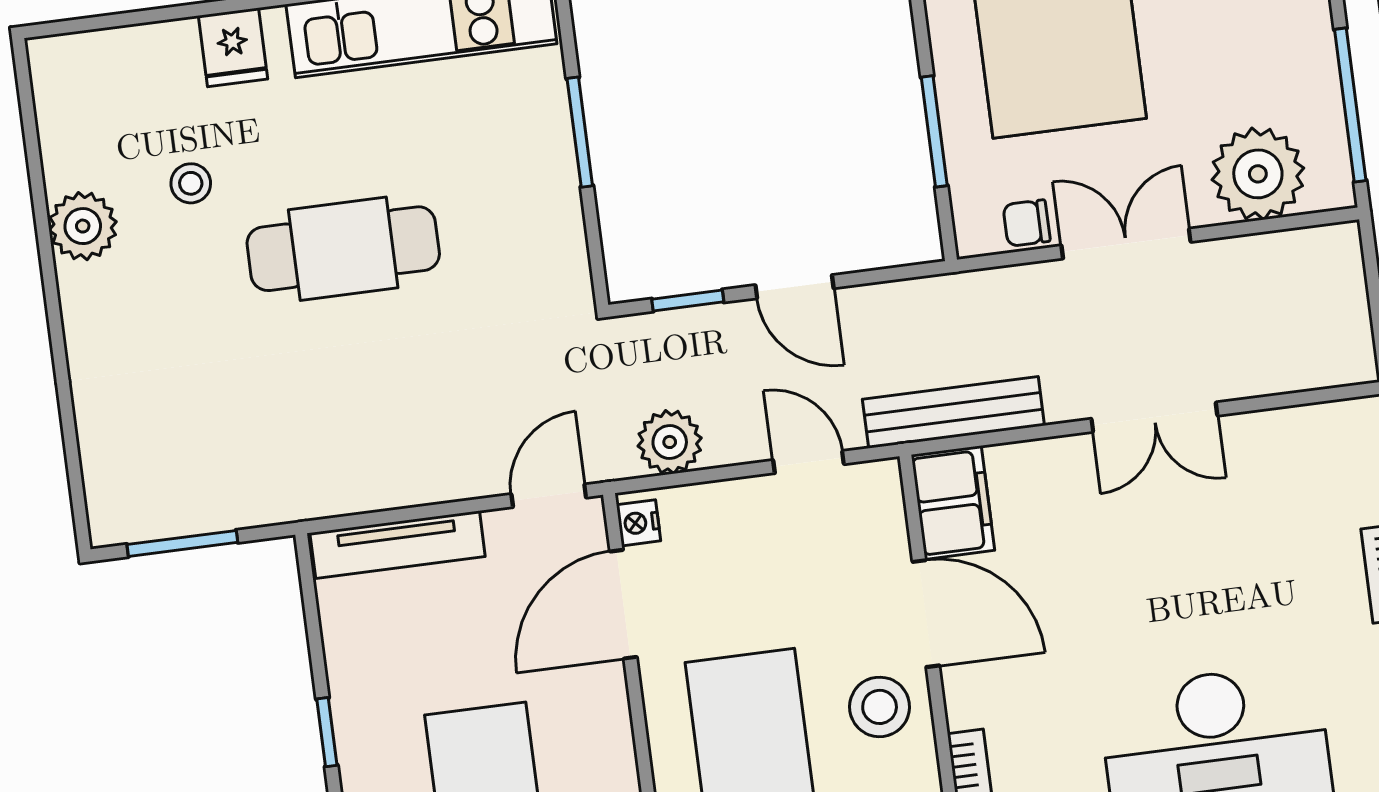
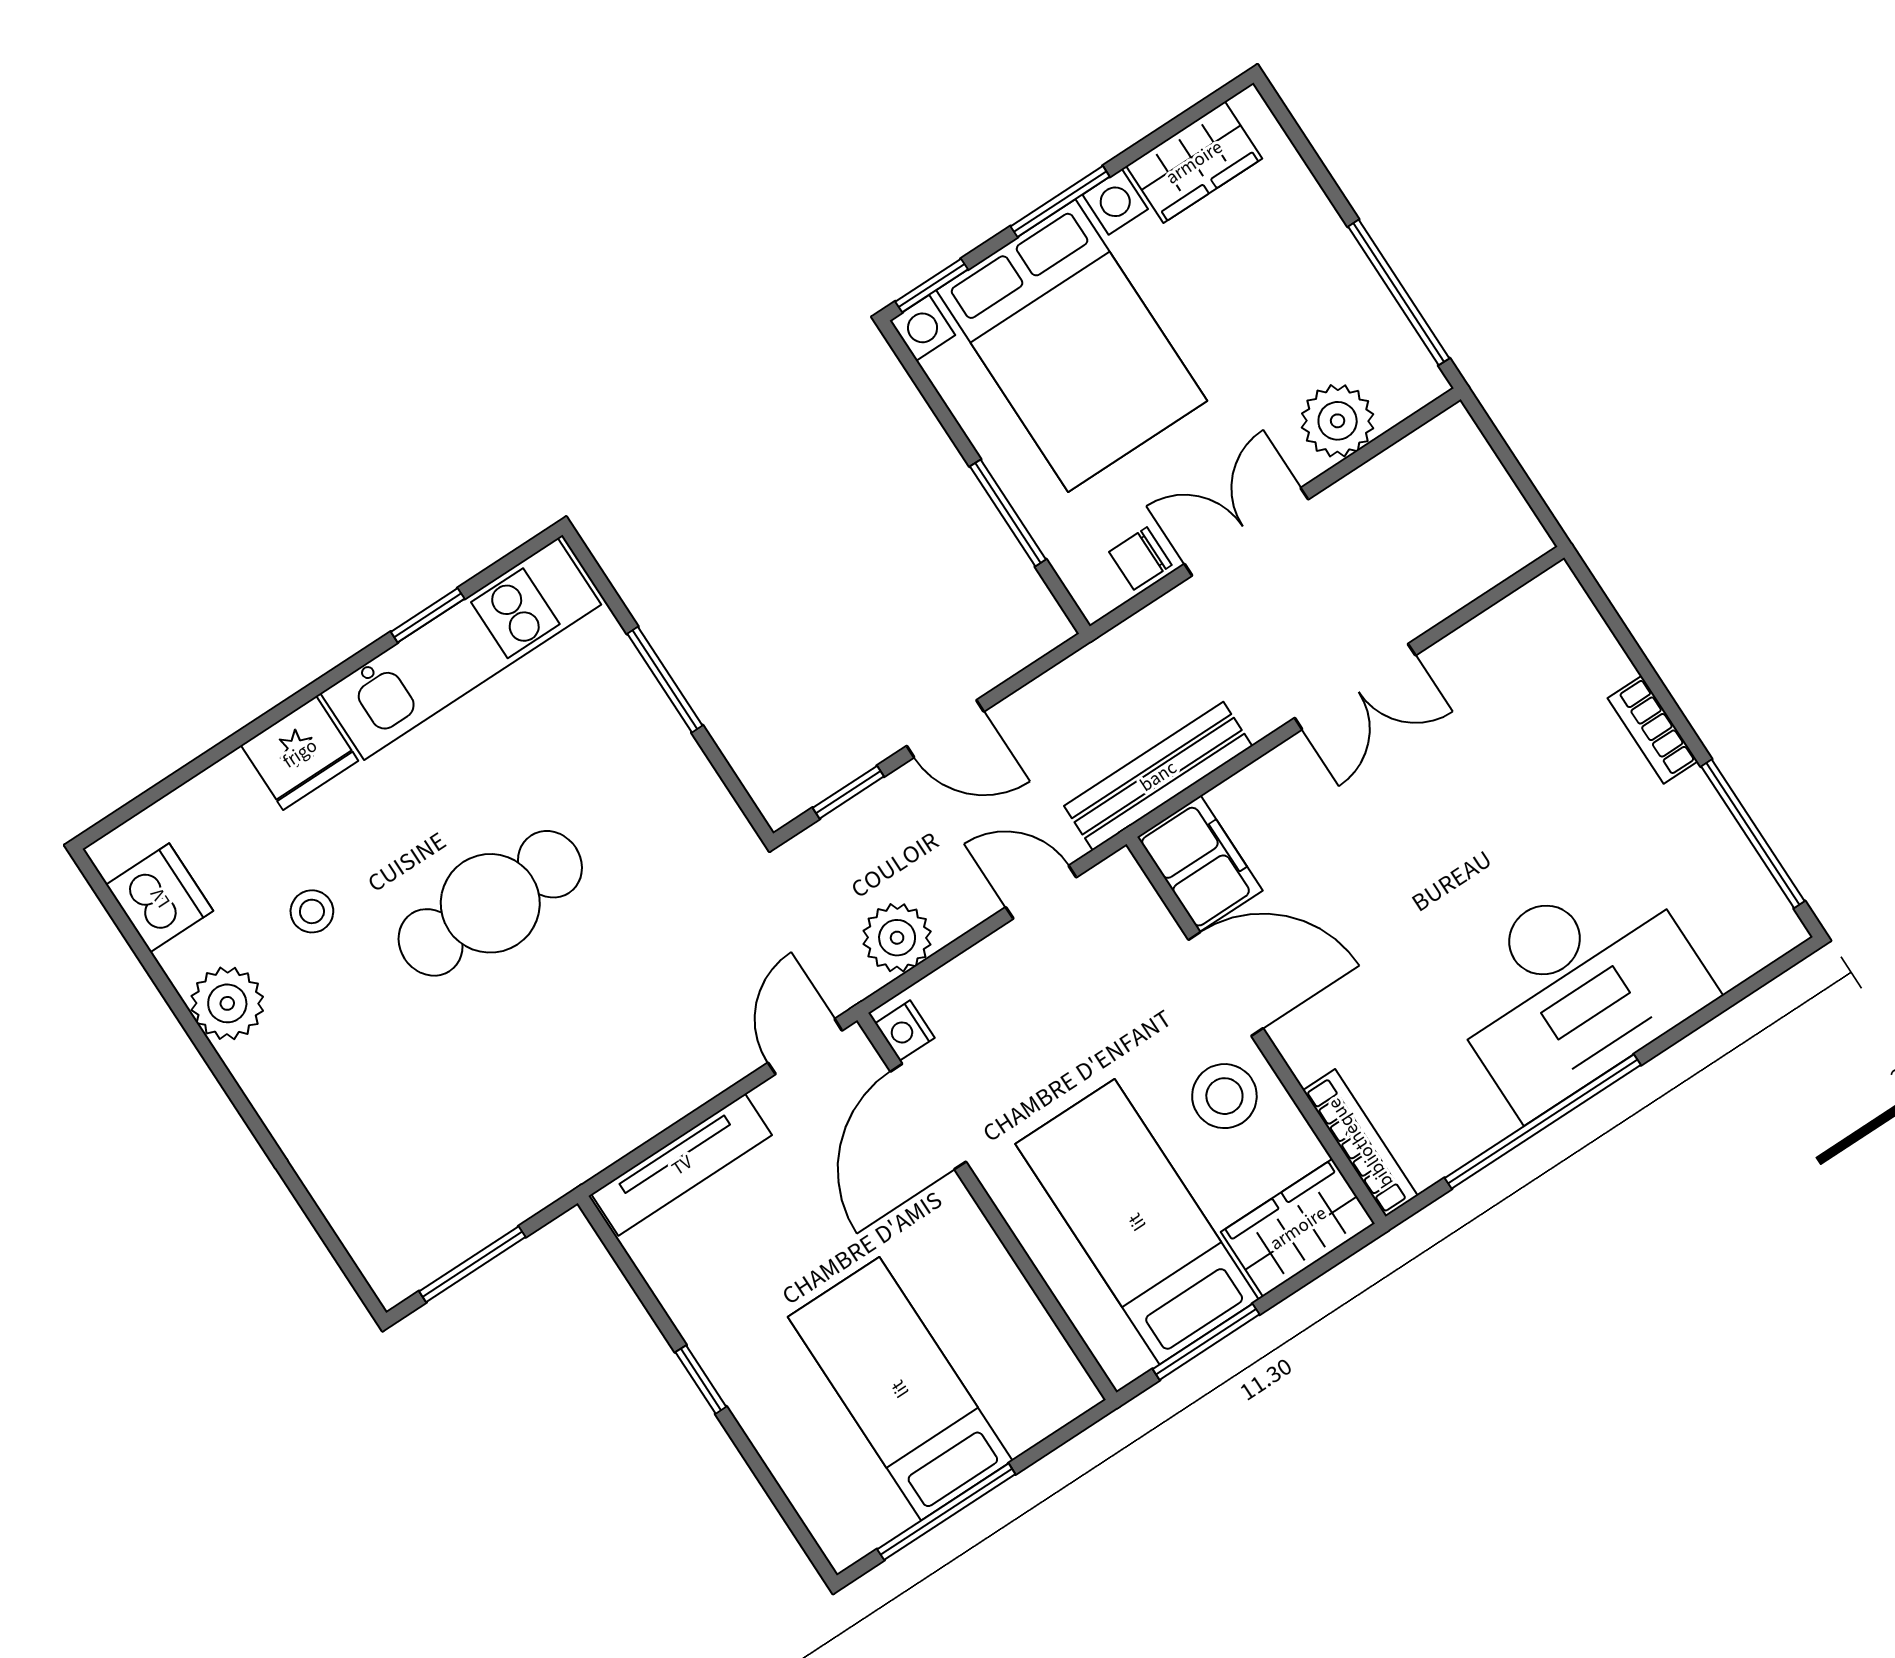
fridge: (233, 47) -> (300, 753), width x1.38
dishwasher: (69, 110) -> (160, 898), added
plant: (1258, 174) -> (1338, 421), width x0.73, depth x0.73

